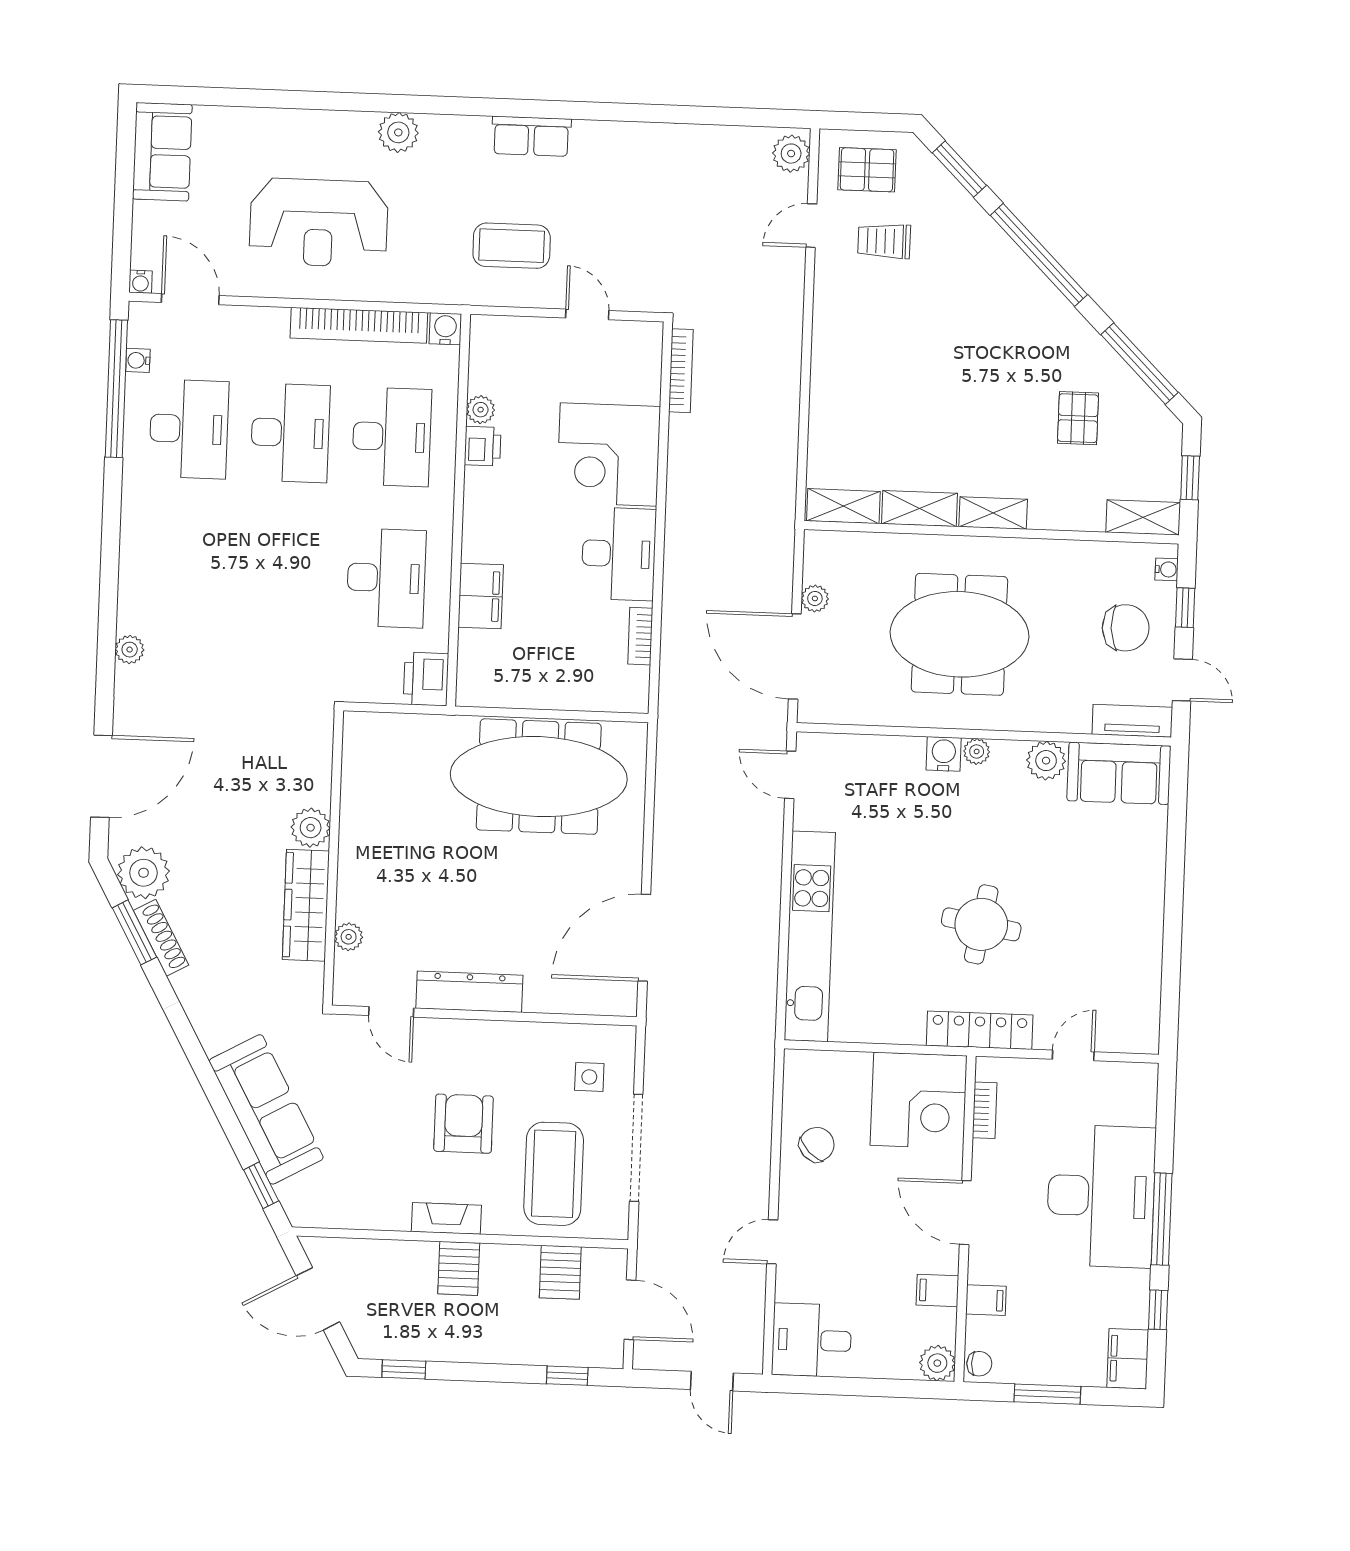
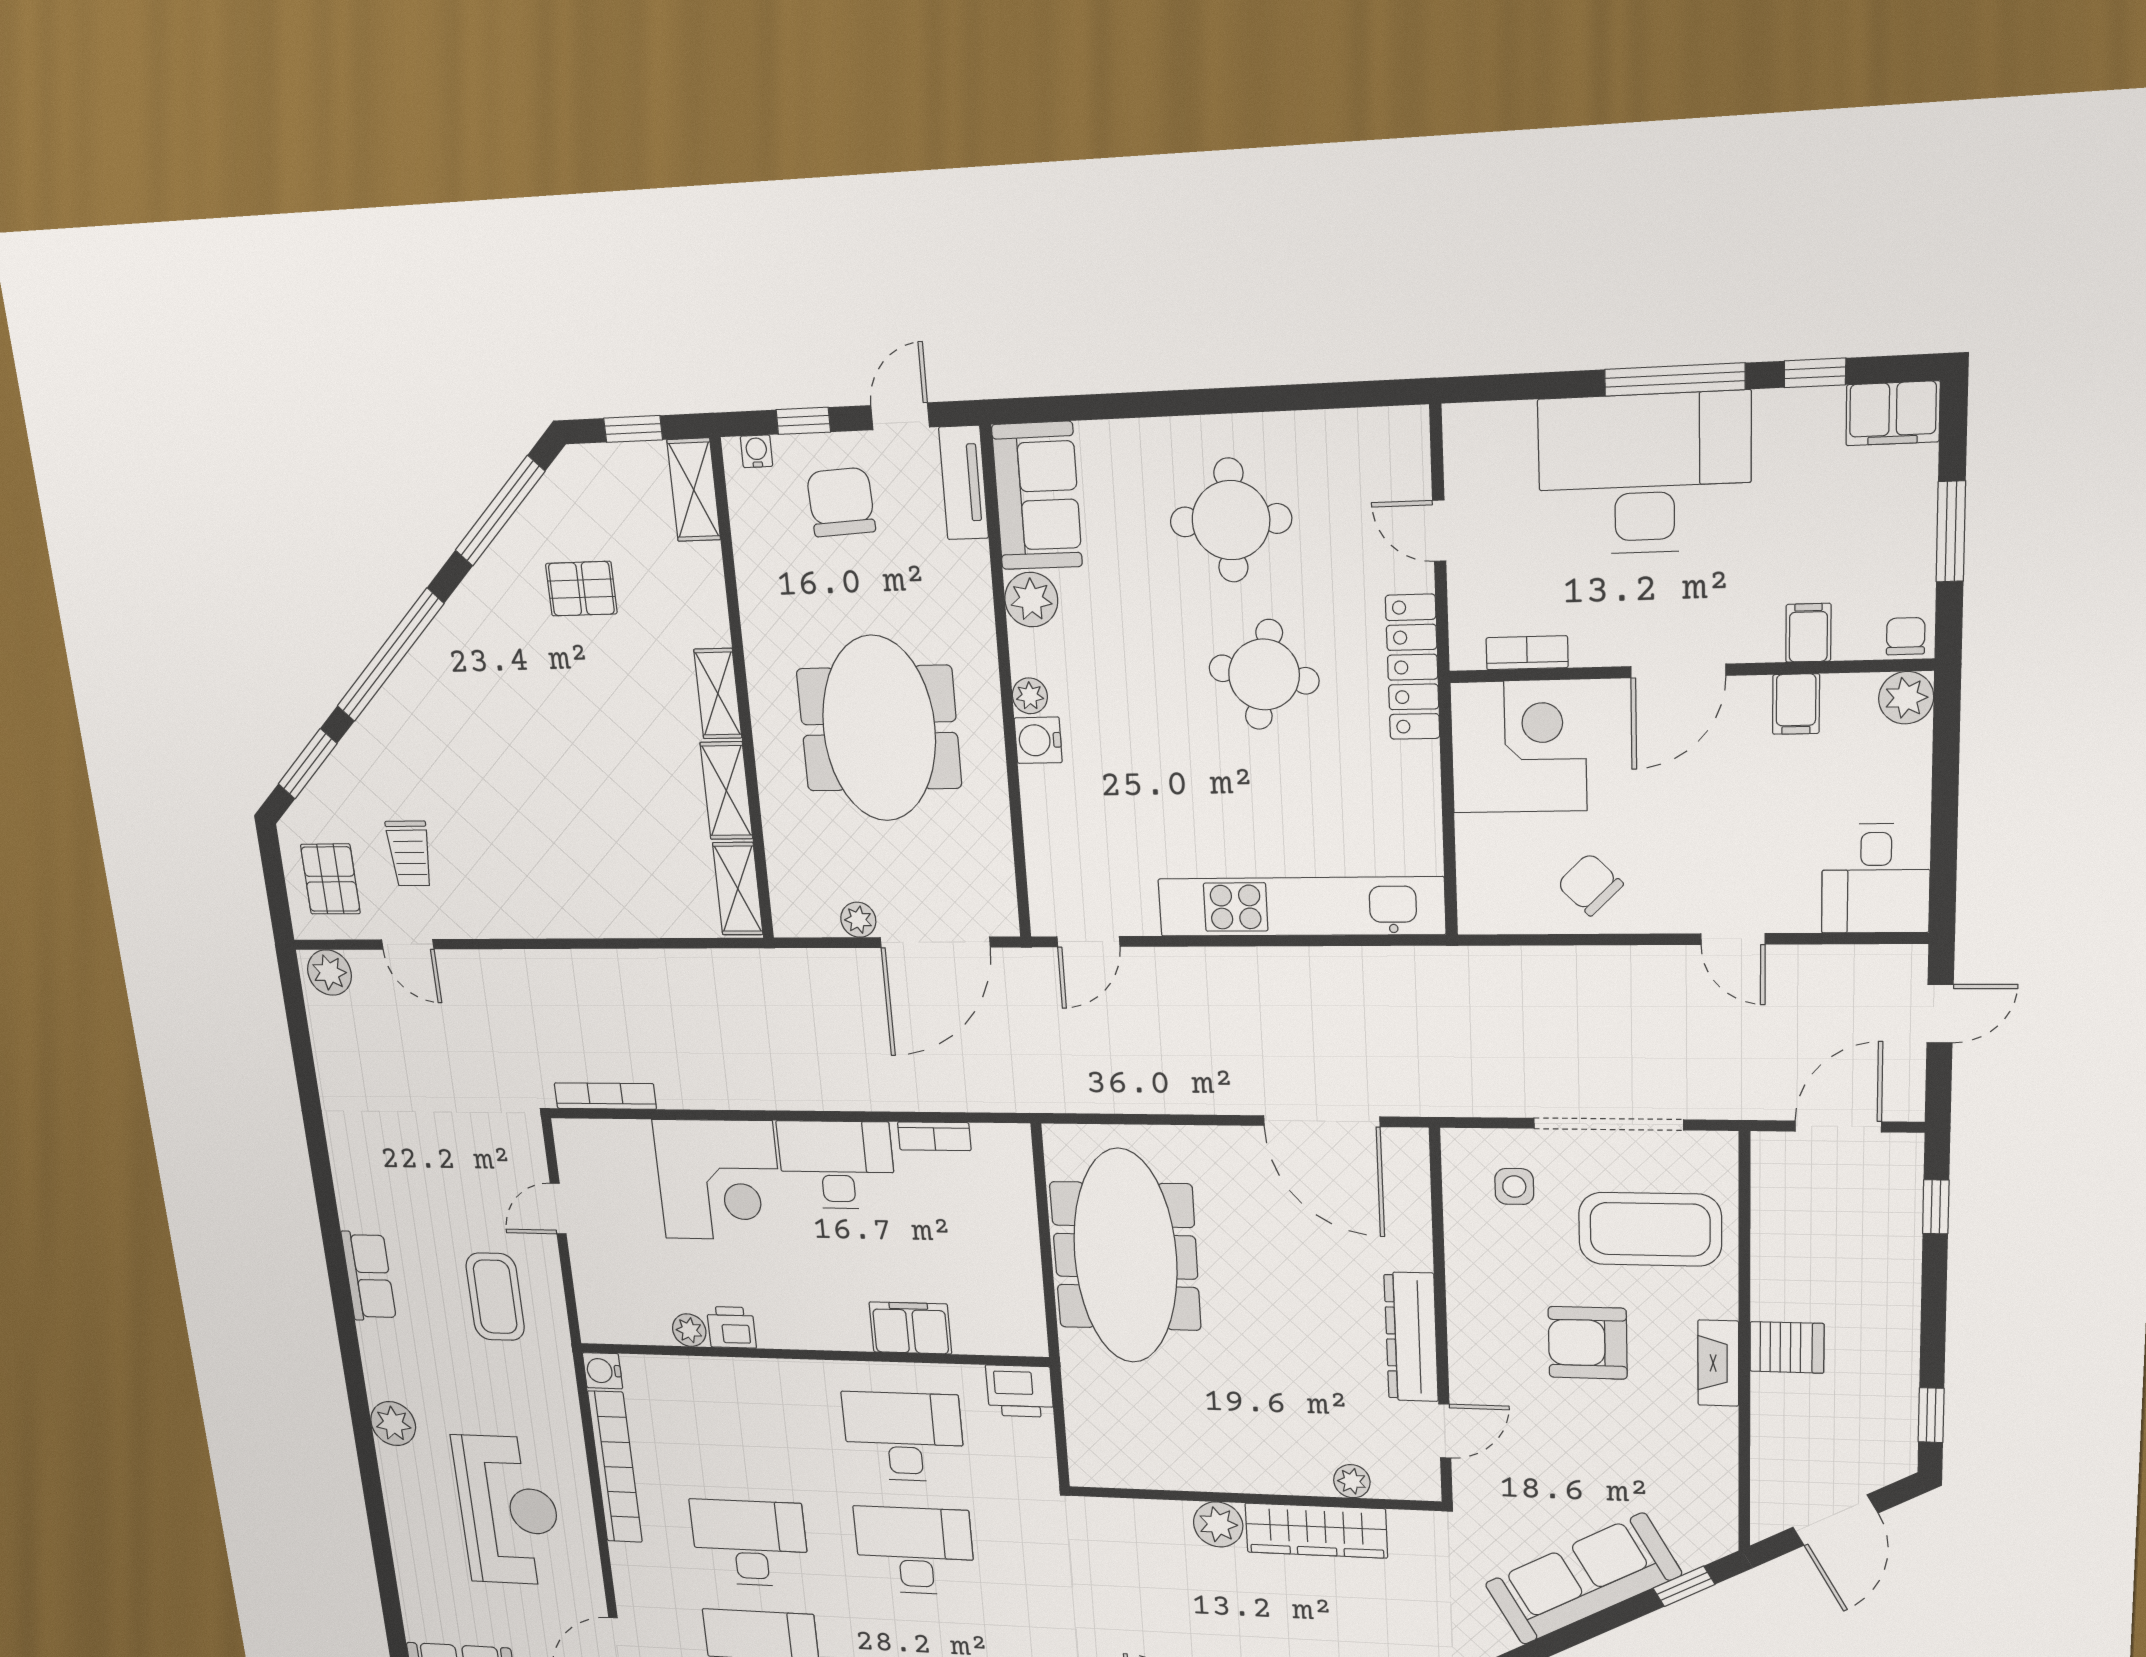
desk: (392, 437) -> (915, 1551), moved
round table: (1091, 911) -> (1231, 520), added
server rack: (560, 1272) -> (1788, 1218), removed

